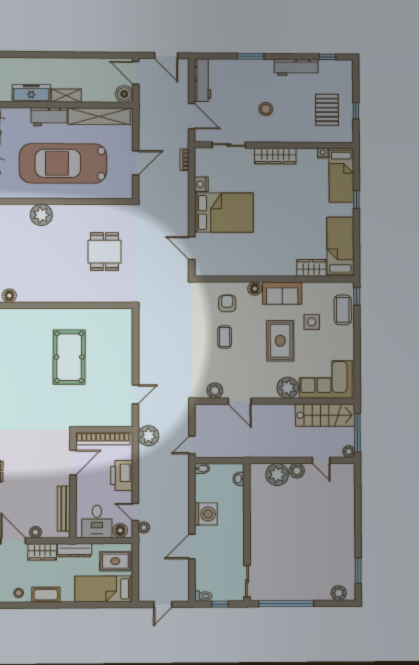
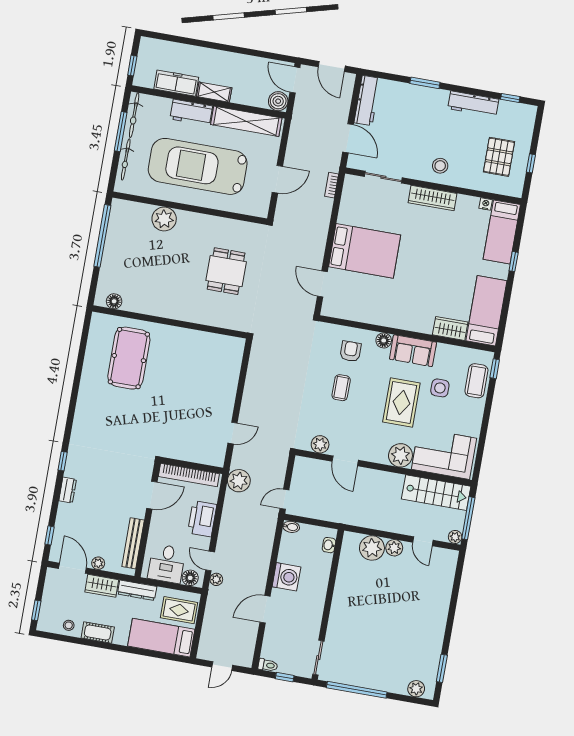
stool: (266, 109) -> (440, 166), moved
nightstand: (201, 184) -> (345, 215), removed
pool table: (69, 357) -> (129, 358), moved

